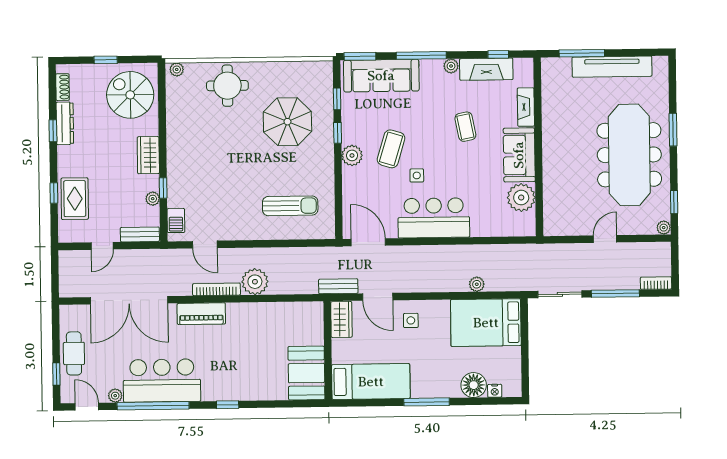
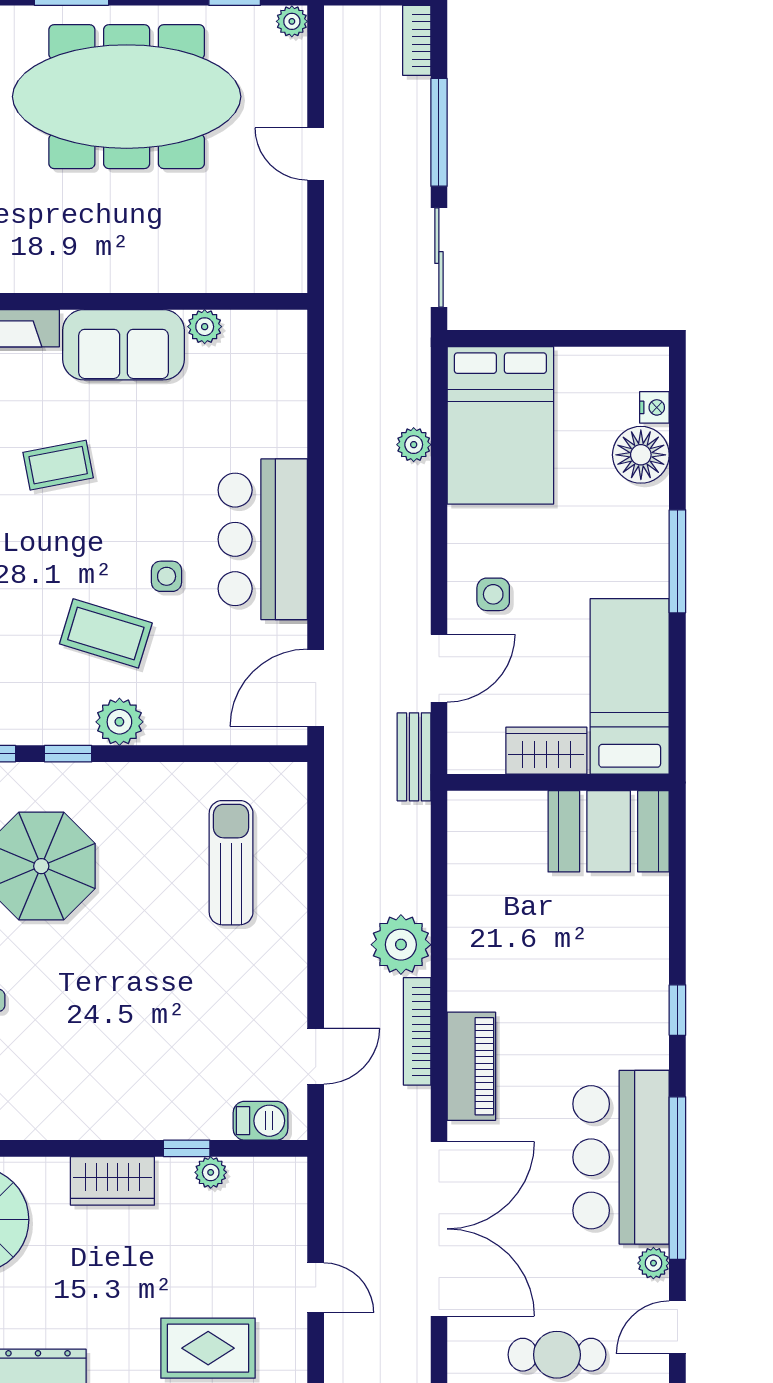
plant: (521, 198) -> (205, 327), width x0.53, depth x0.53
bench: (140, 234) -> (291, 1202), removed
wardrobe: (341, 319) -> (546, 751), moved

